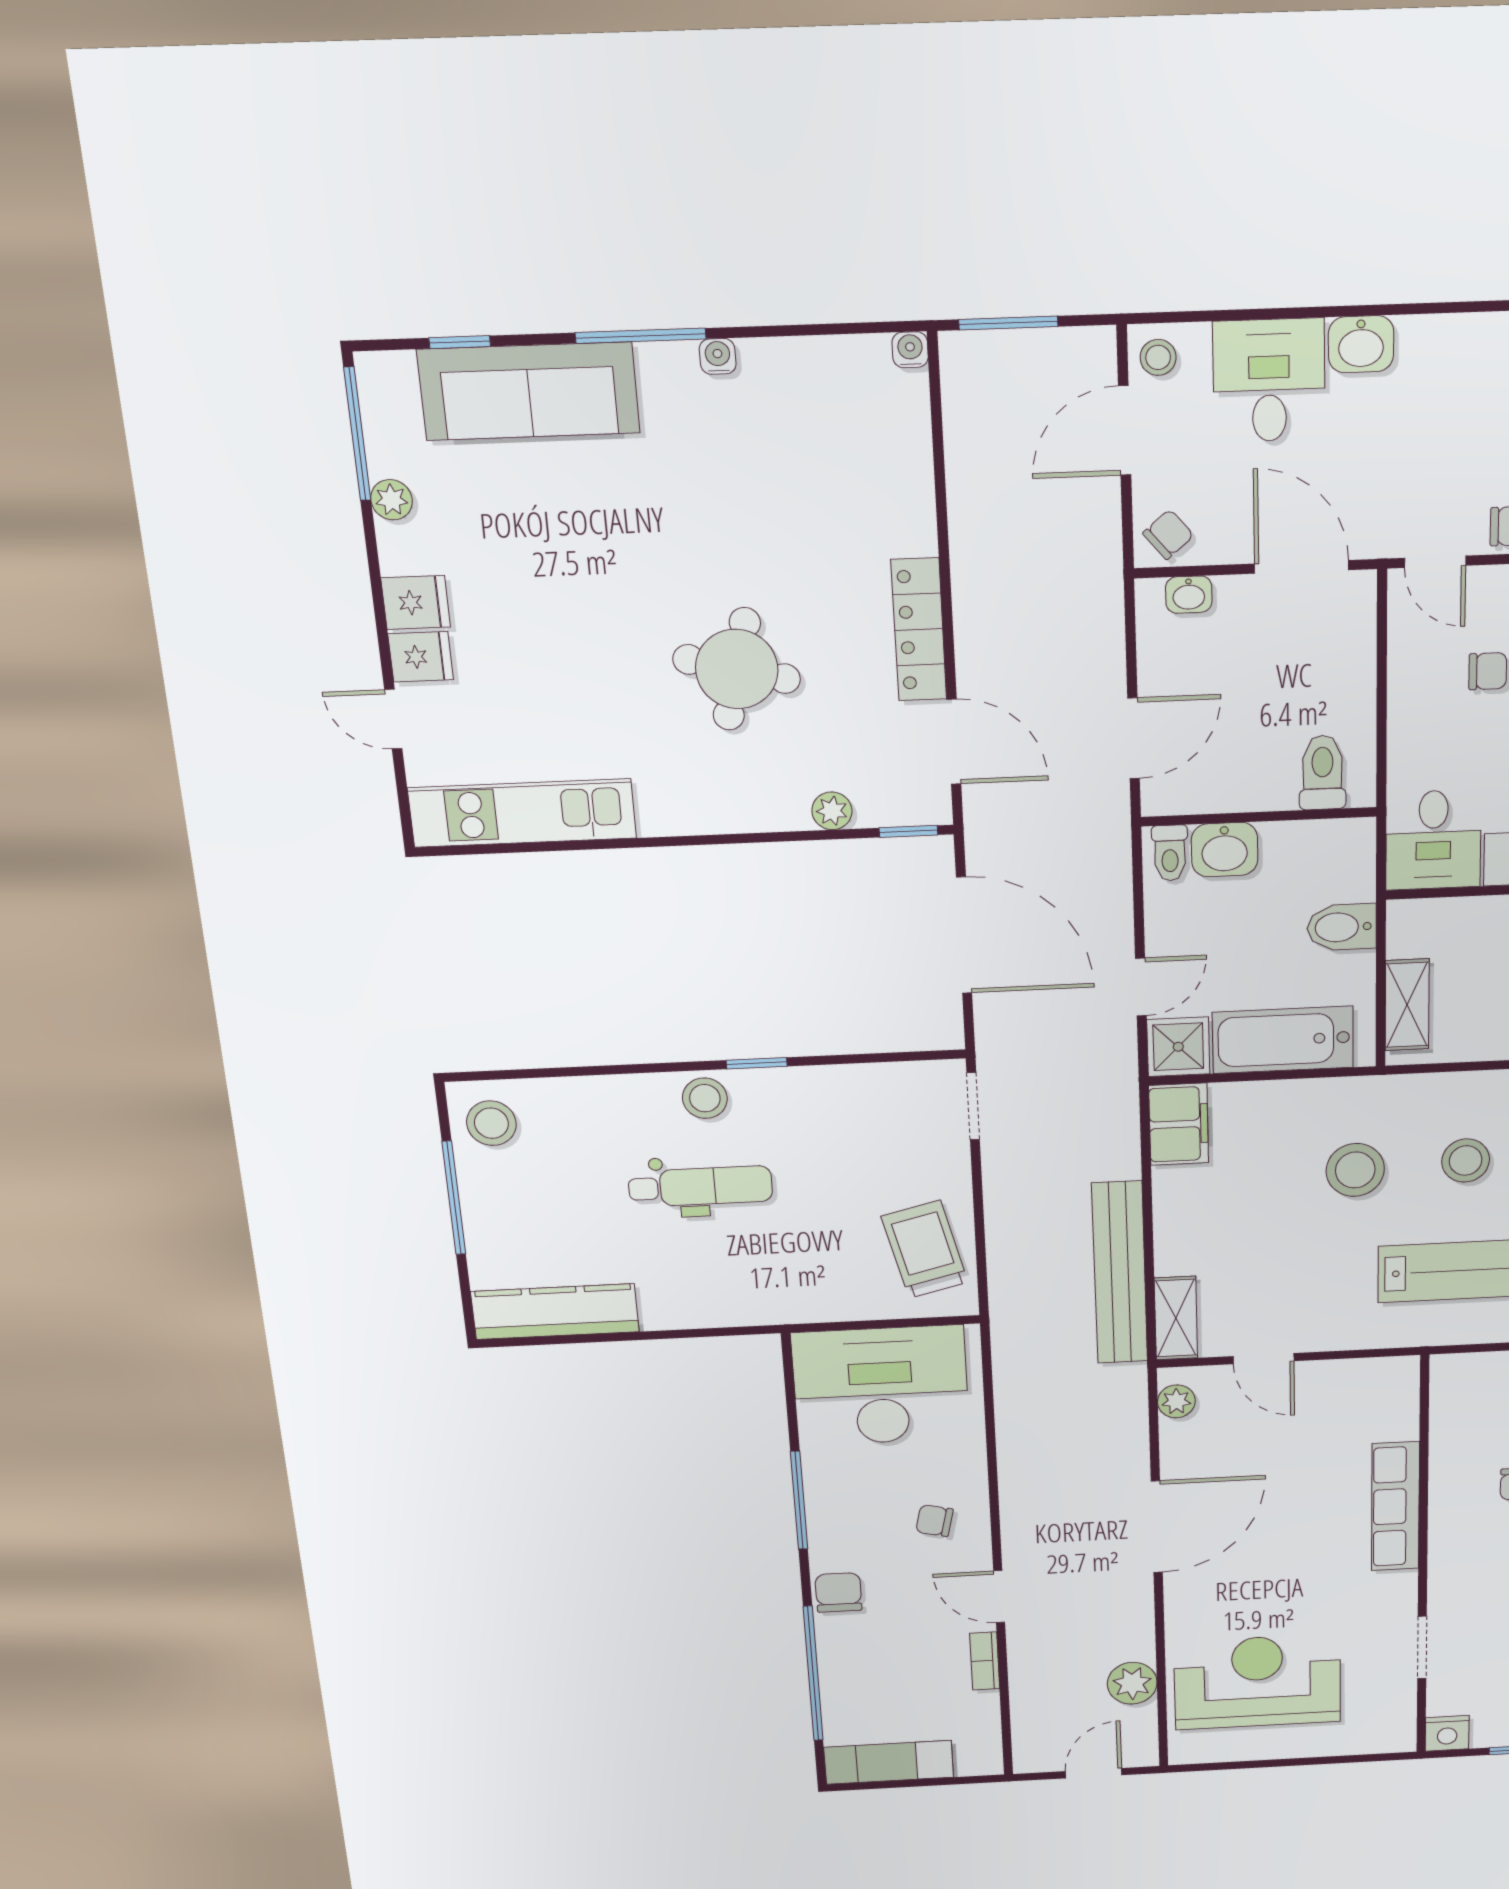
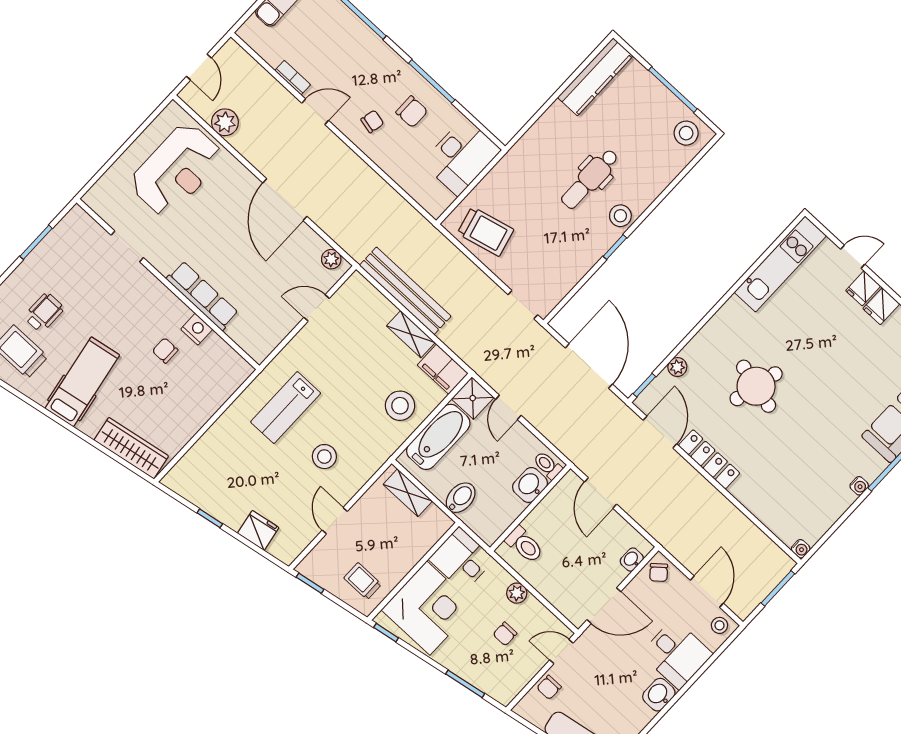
plant: (1408, 714) -> (517, 593), added
door: (954, 742) -> (660, 432), swing flipped
door: (964, 935) -> (589, 366), swing flipped
stool: (1355, 1170) -> (400, 406), moved
shelving: (1176, 1318) -> (411, 334), moved
desk: (881, 1386) -> (461, 156), width x0.73, depth x0.77
chair: (838, 1592) -> (412, 112), moved
nightstand: (1447, 1733) -> (197, 329), moved, turned 90

